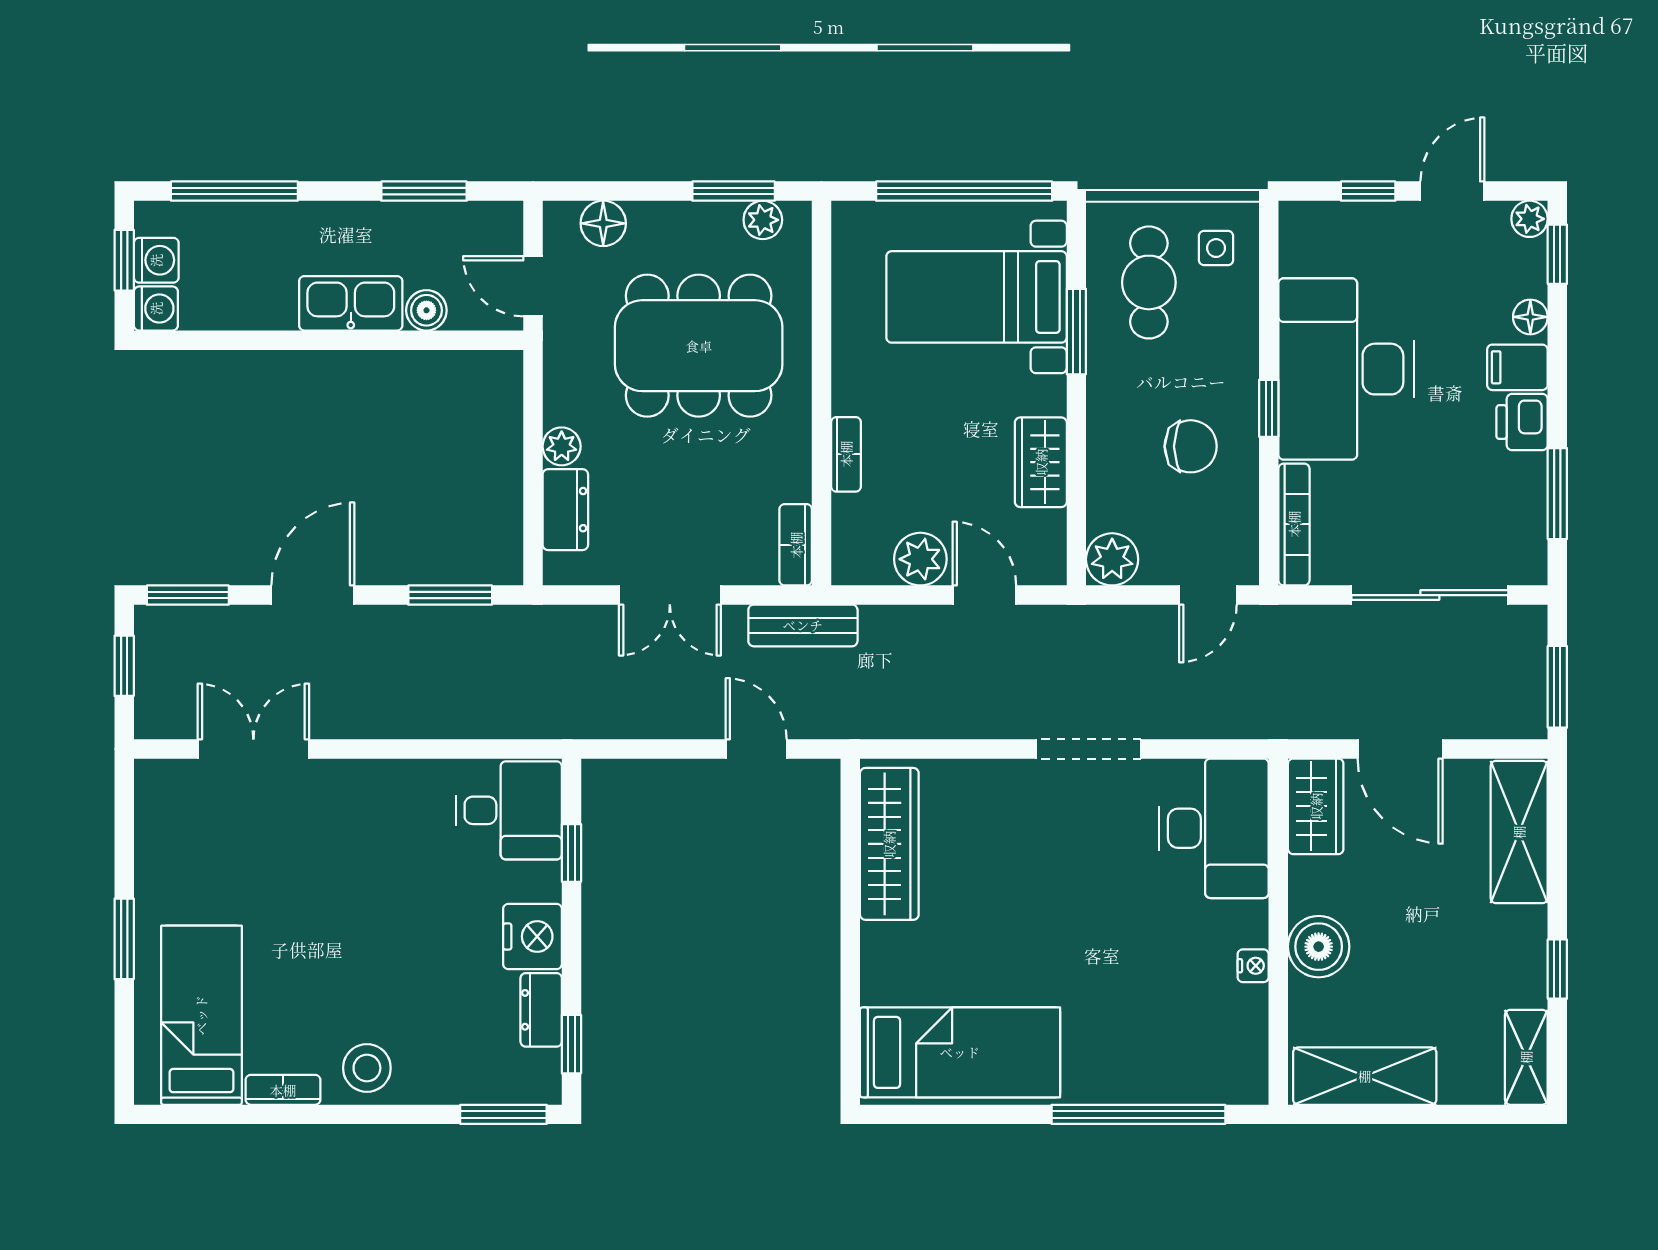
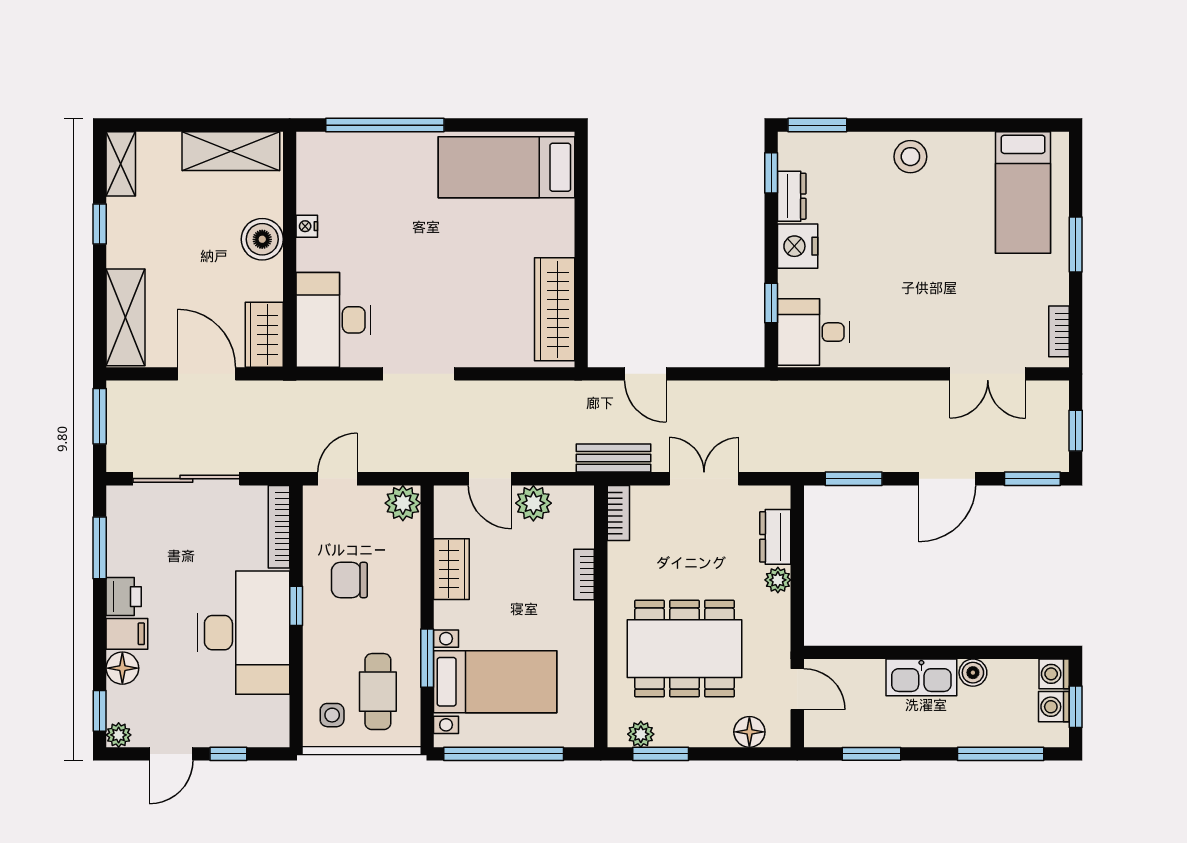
boiler: (426, 310) -> (973, 673), moved
floor lamp: (1530, 317) -> (122, 668), width x1.37, depth x1.37
bookcase: (283, 1090) -> (1059, 331), moved, turned 90

